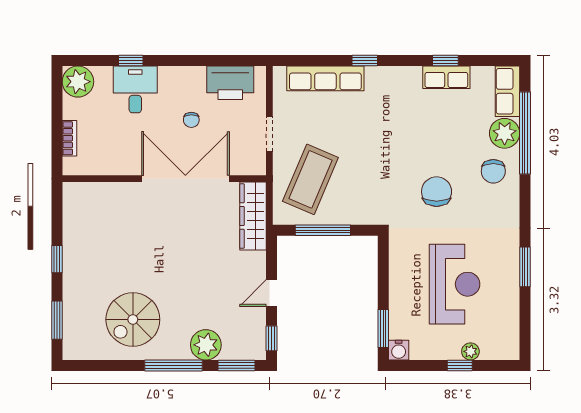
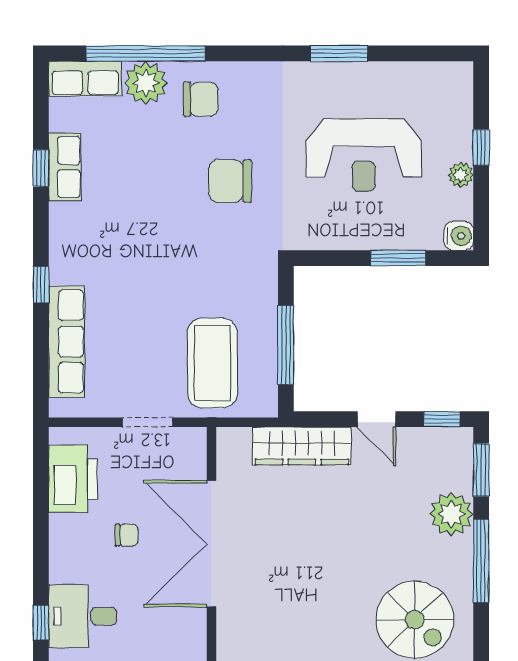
coffee table: (310, 179) -> (212, 363), turned 67
wardrobe: (253, 216) -> (302, 446), moved
reception desk: (454, 284) -> (364, 155), turned 180
window: (383, 328) -> (398, 258), moved
plant: (470, 351) -> (461, 175), moved

